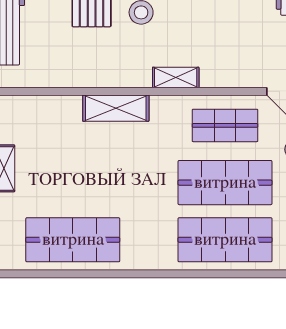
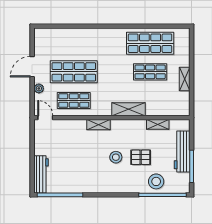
shelving: (57, 78) -> (158, 124), added
shop shelf: (225, 240) -> (150, 72), moved, width x0.70, depth x0.74

